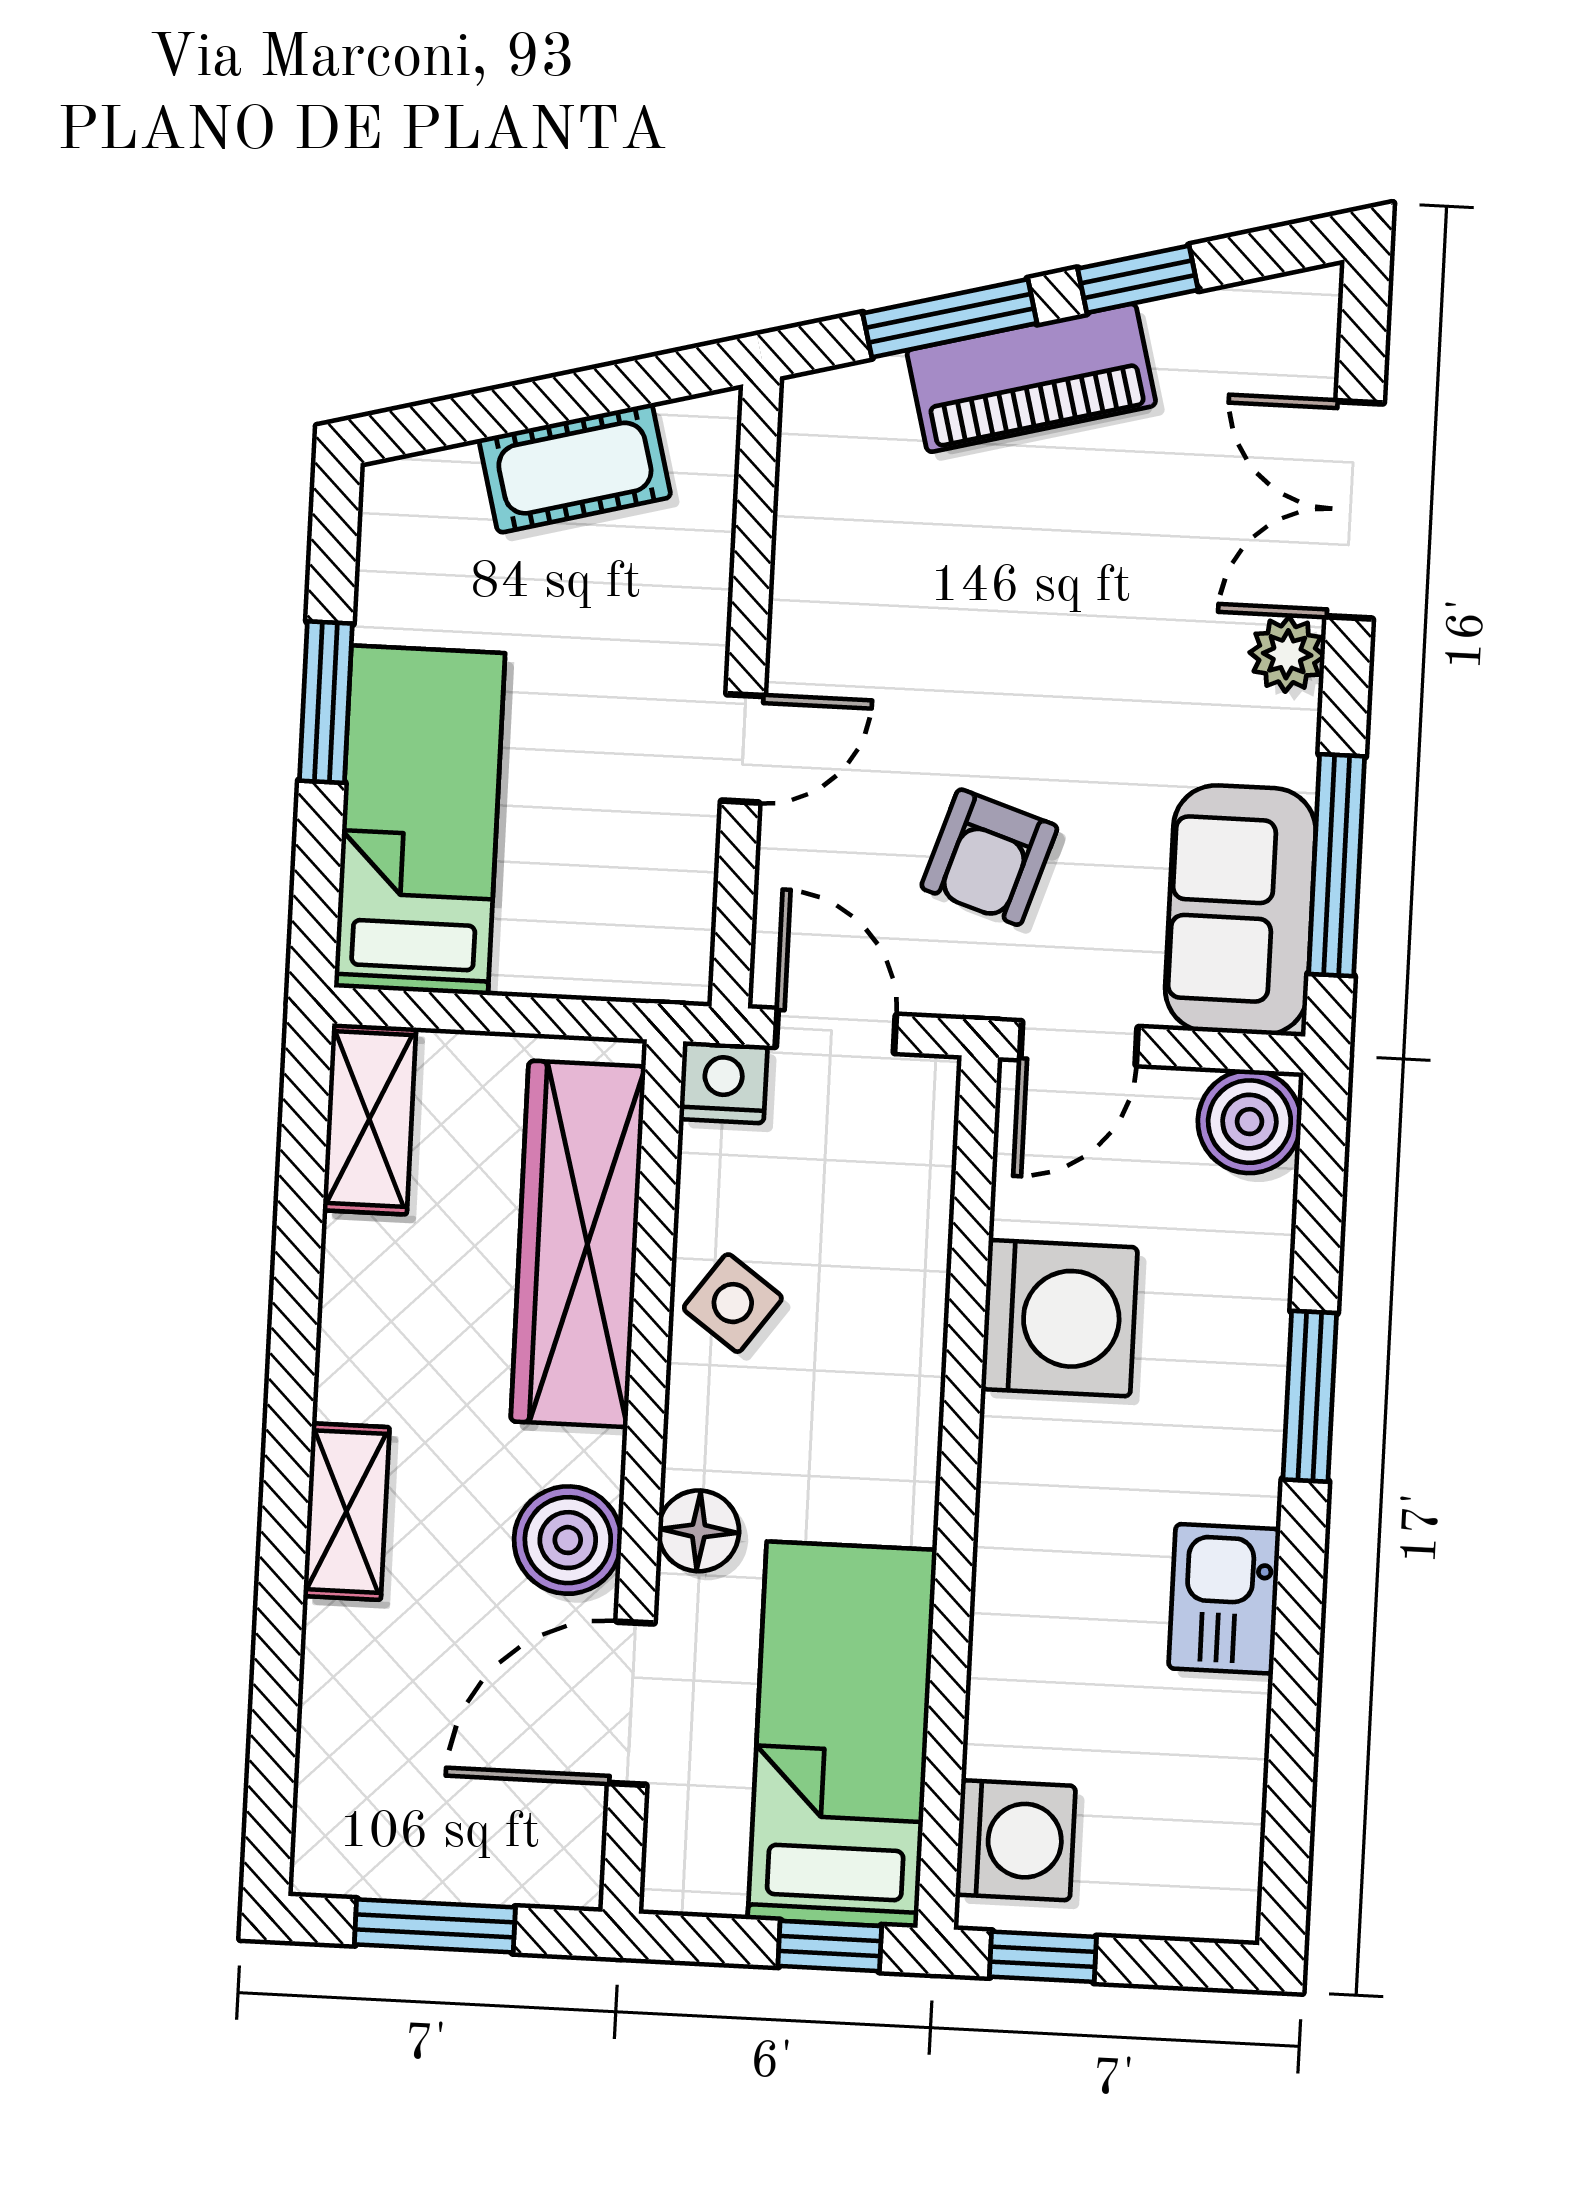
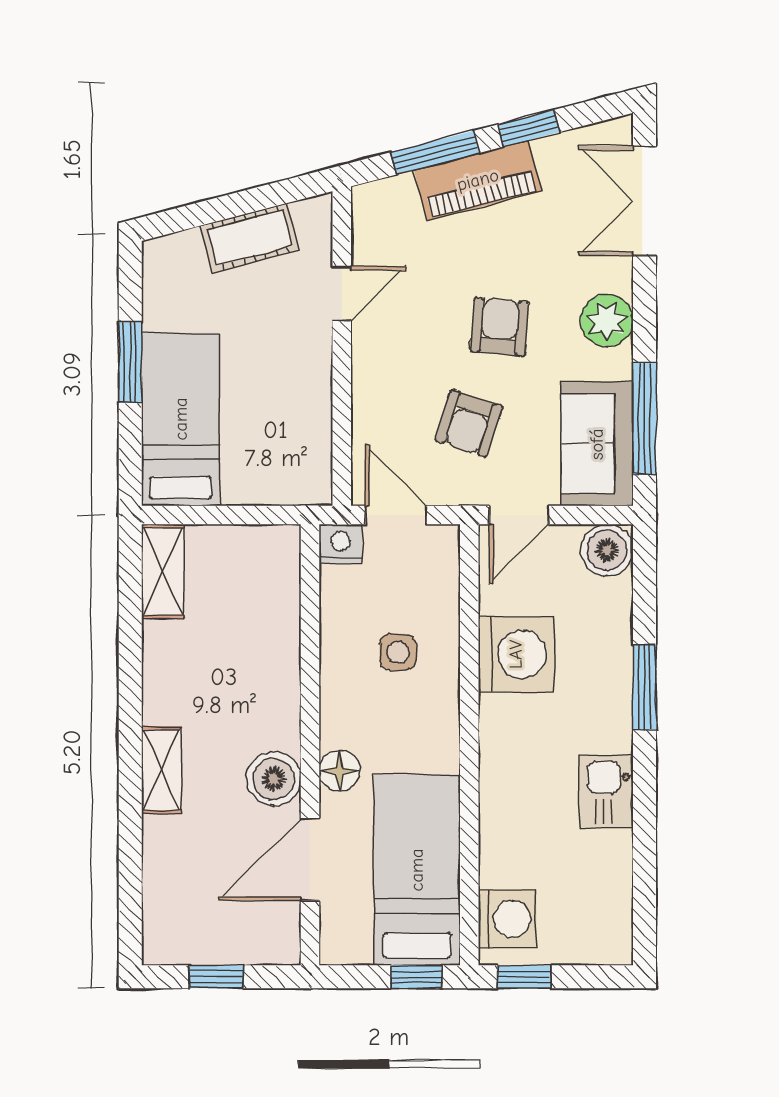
double door: (1355, 510) -> (644, 201), moved
plant: (1287, 654) -> (607, 321), width x1.38, depth x1.38
armchair: (1060, 669) -> (500, 327), added
door: (743, 748) -> (342, 294), moved
wardrobe: (578, 1244) -> (271, 629), removed
side table: (733, 1303) -> (398, 652), moved, turned -36
window: (435, 1926) -> (217, 977), width x0.67

